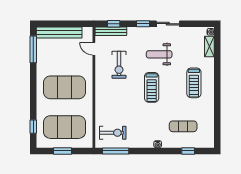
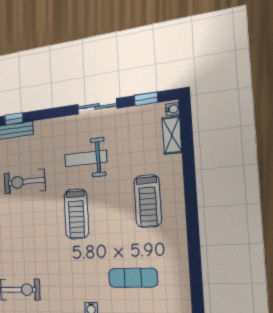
window: (143, 24) -> (146, 99), moved
exercise bike: (119, 65) -> (24, 182), turned 90

